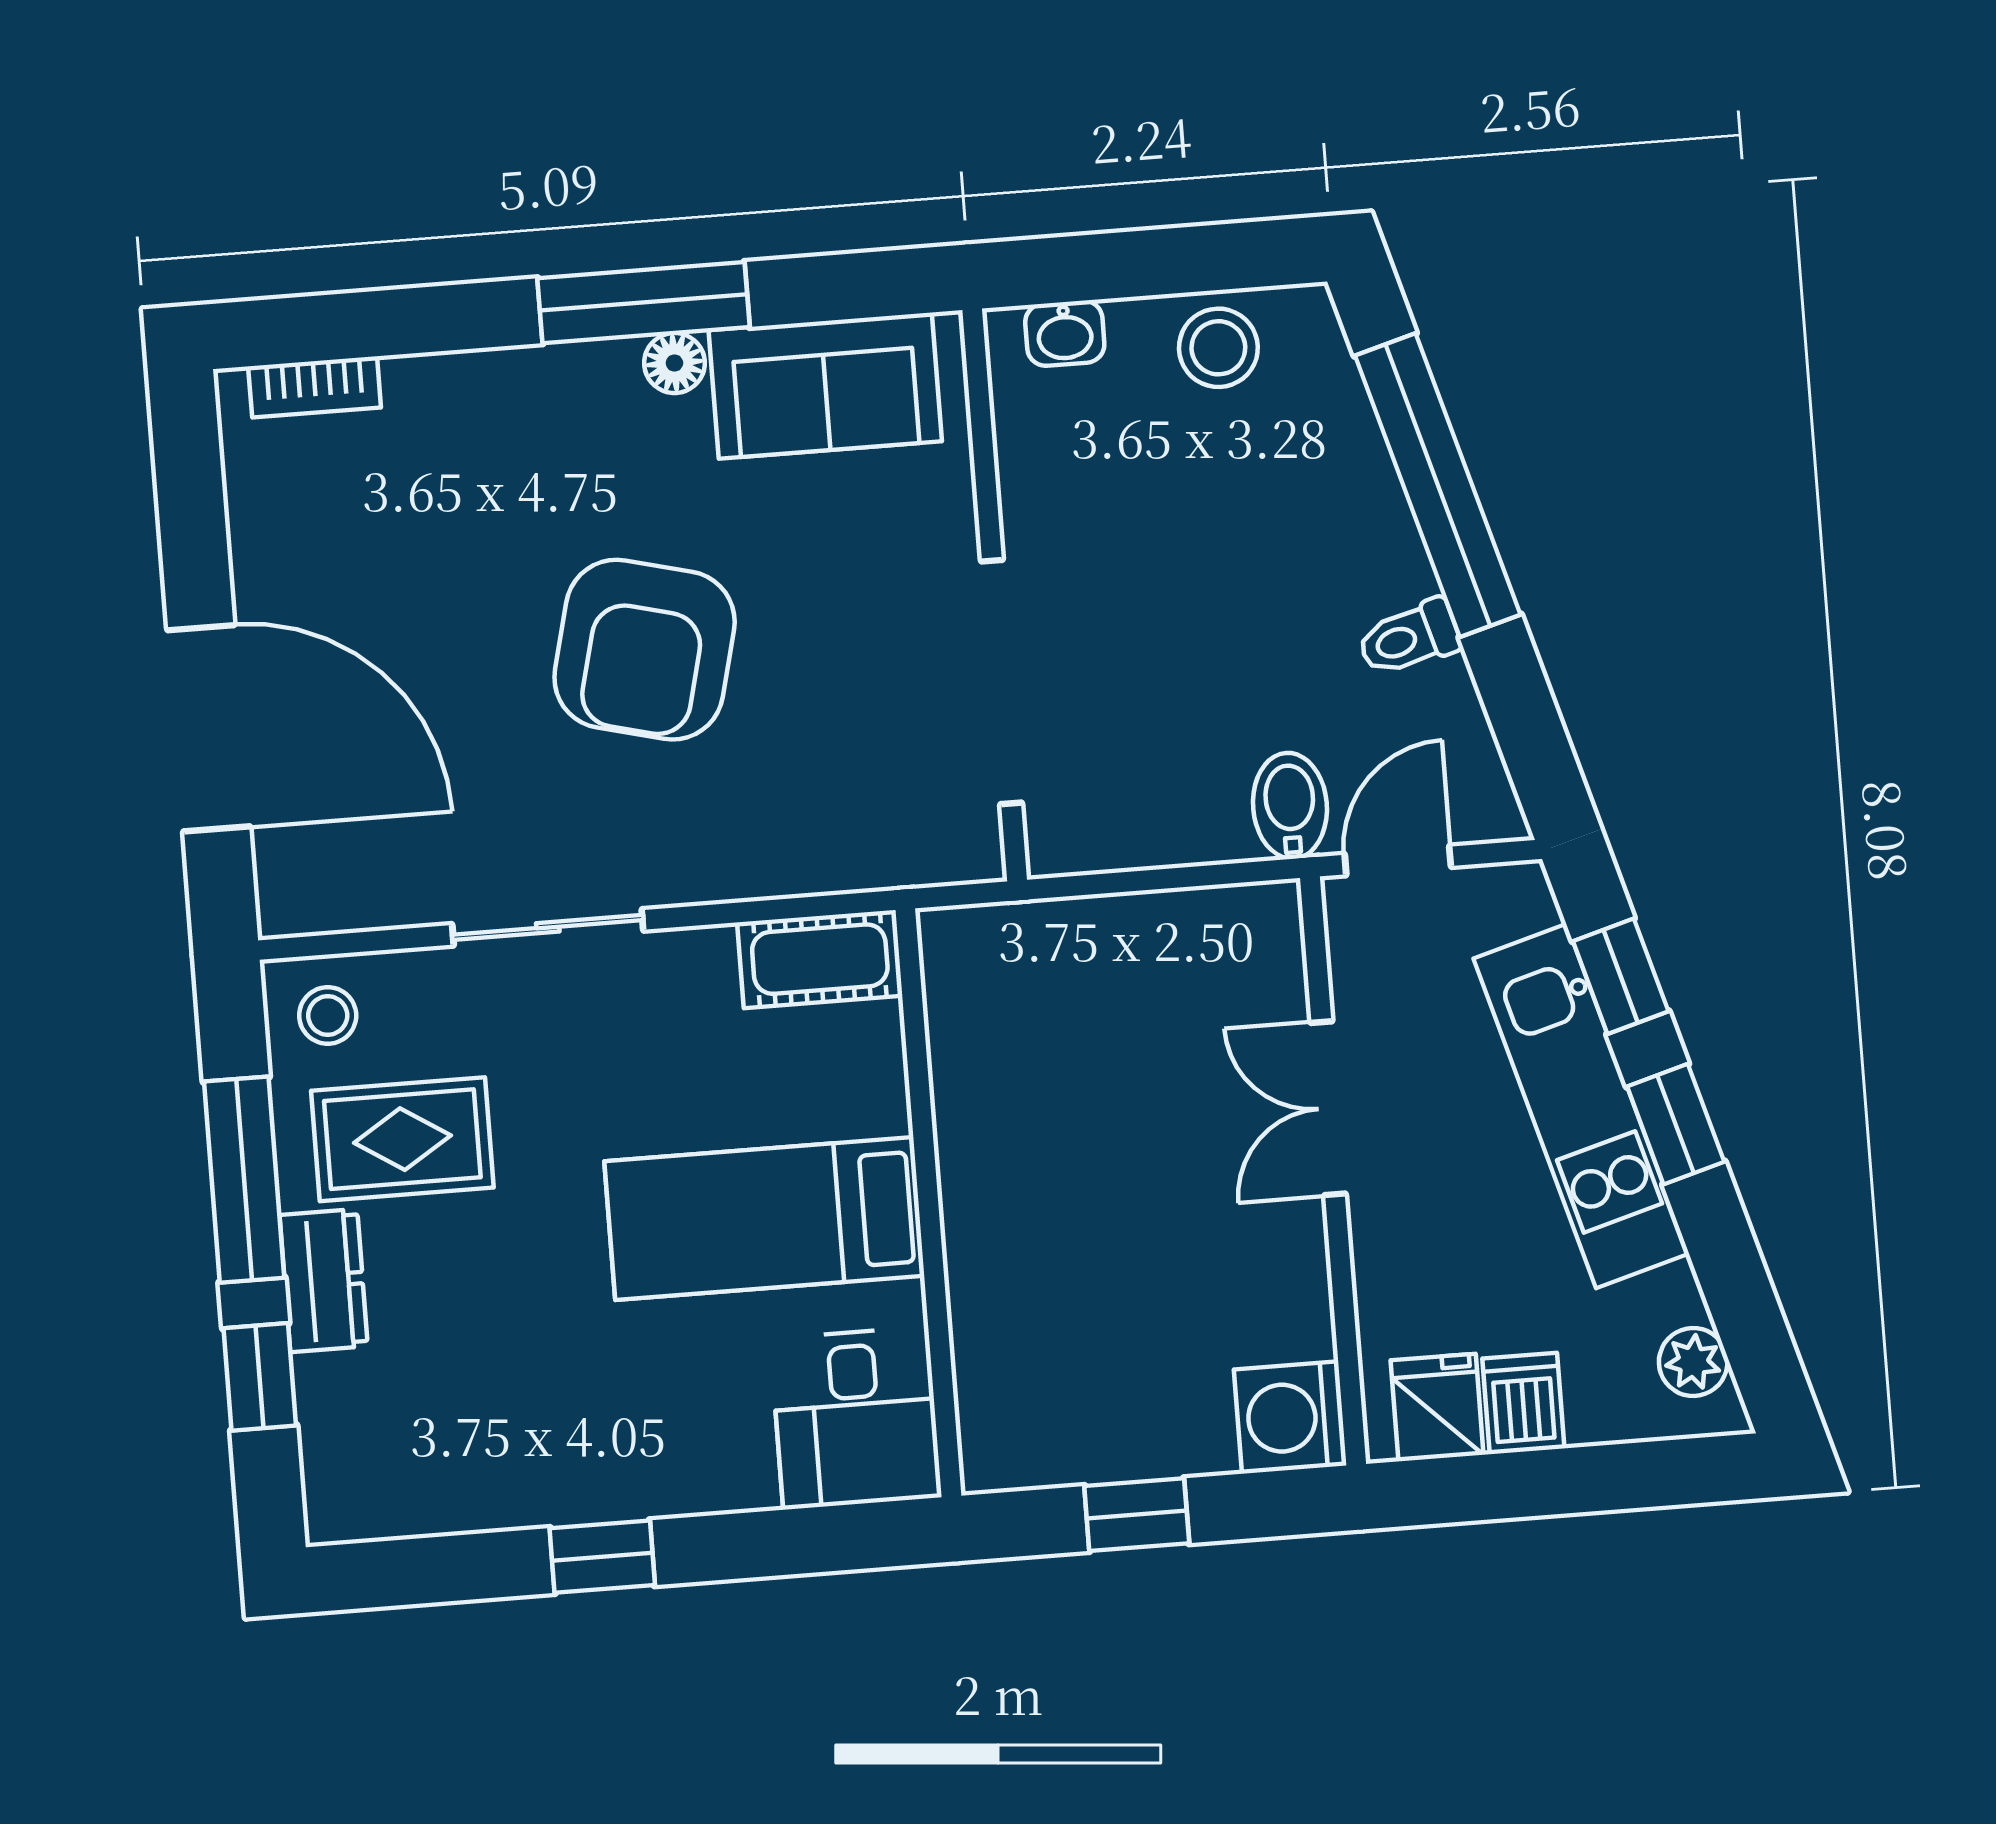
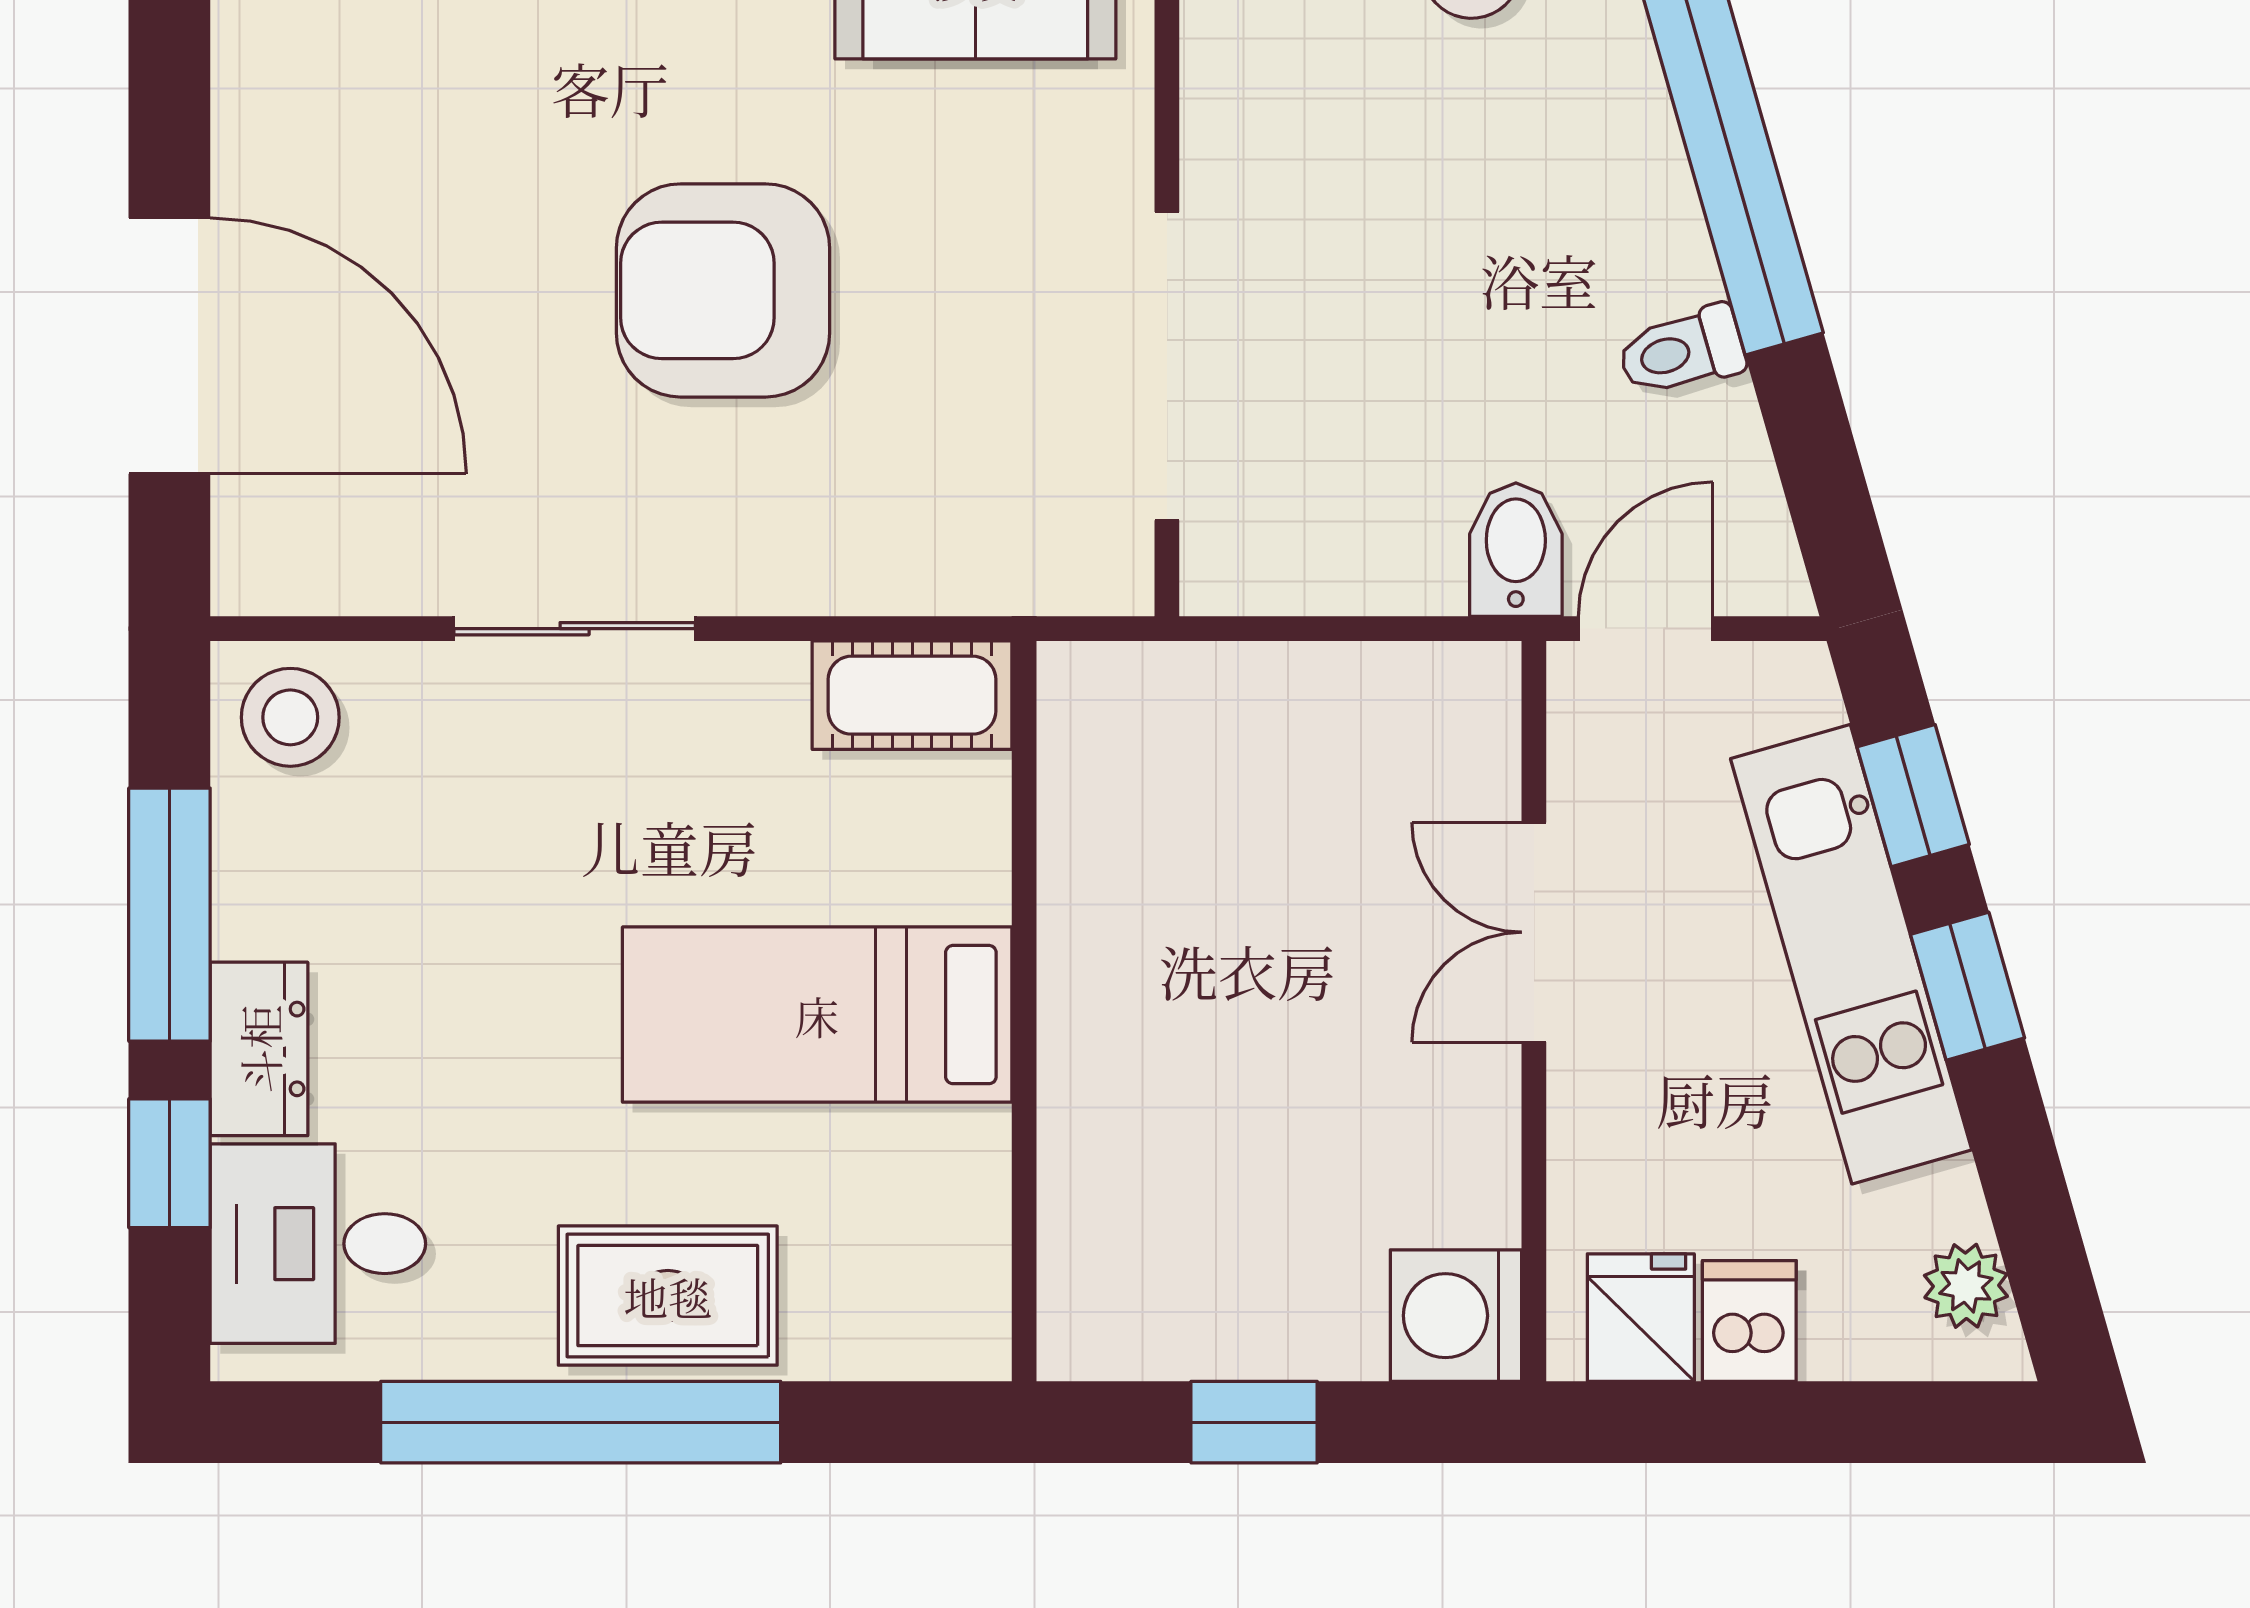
armchair: (645, 650) -> (723, 290), turned 76
stool: (328, 1015) -> (290, 717), width x1.37, depth x1.37
rug: (402, 1139) -> (668, 1296), moved
desk: (856, 1418) -> (318, 1244), moved, turned 90
window: (602, 1557) -> (581, 1422), width x3.17

